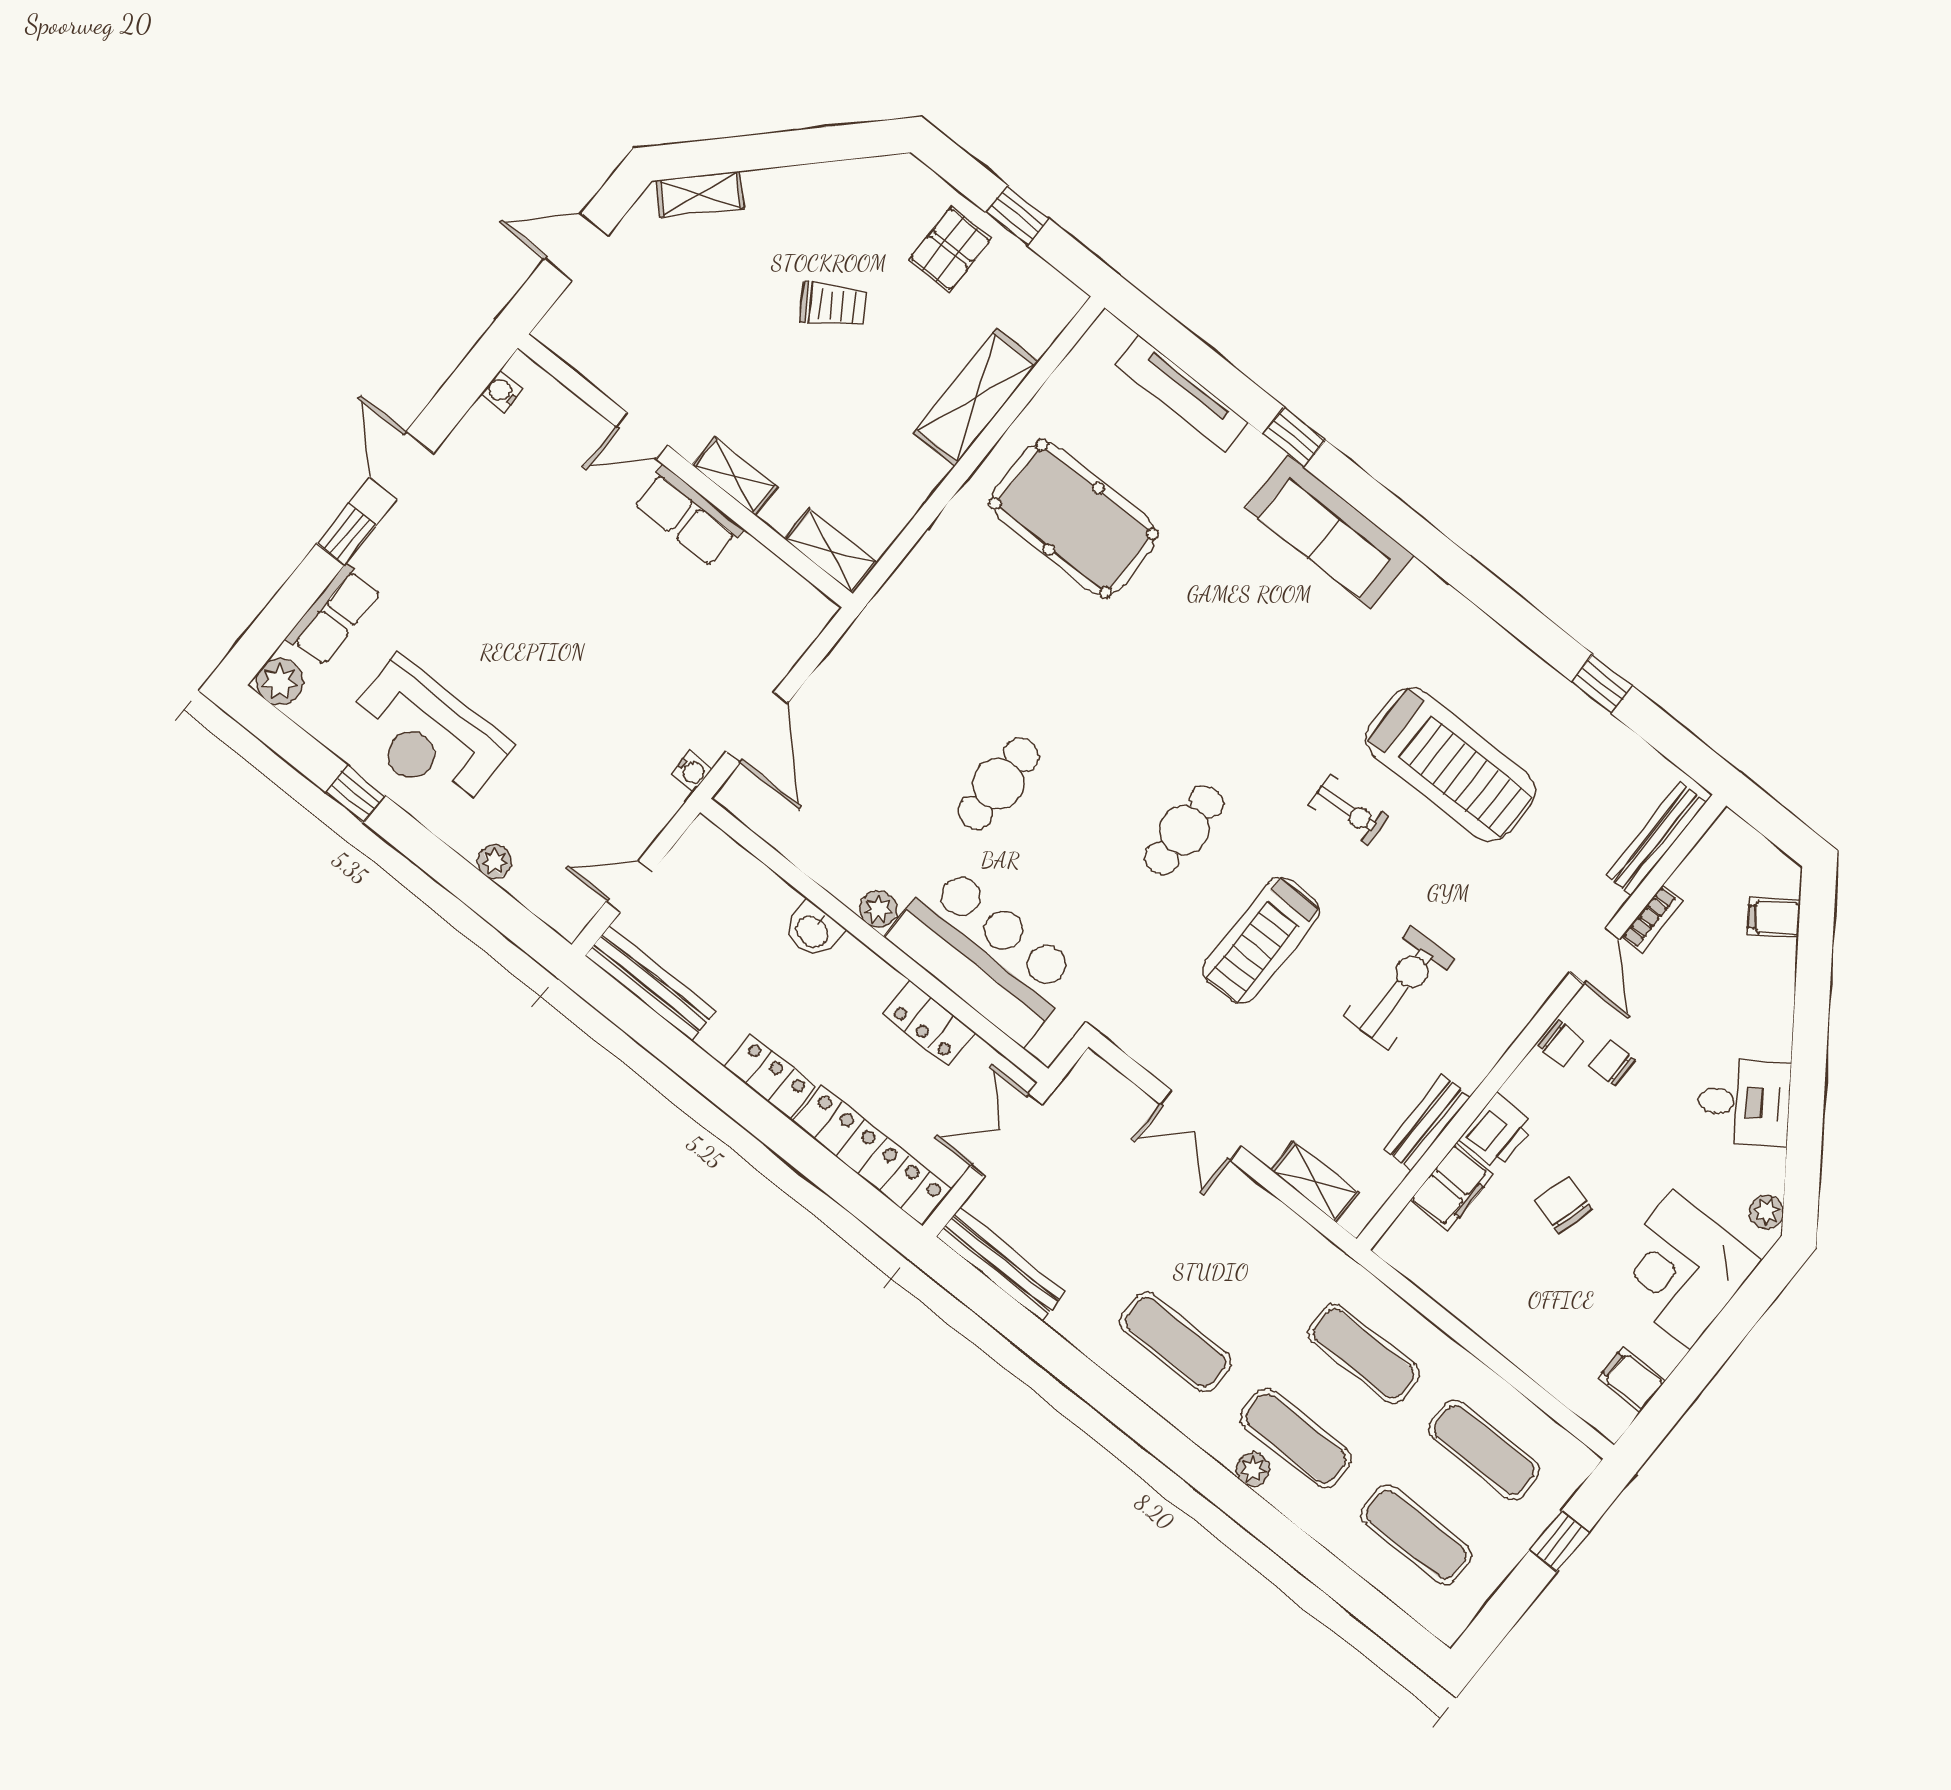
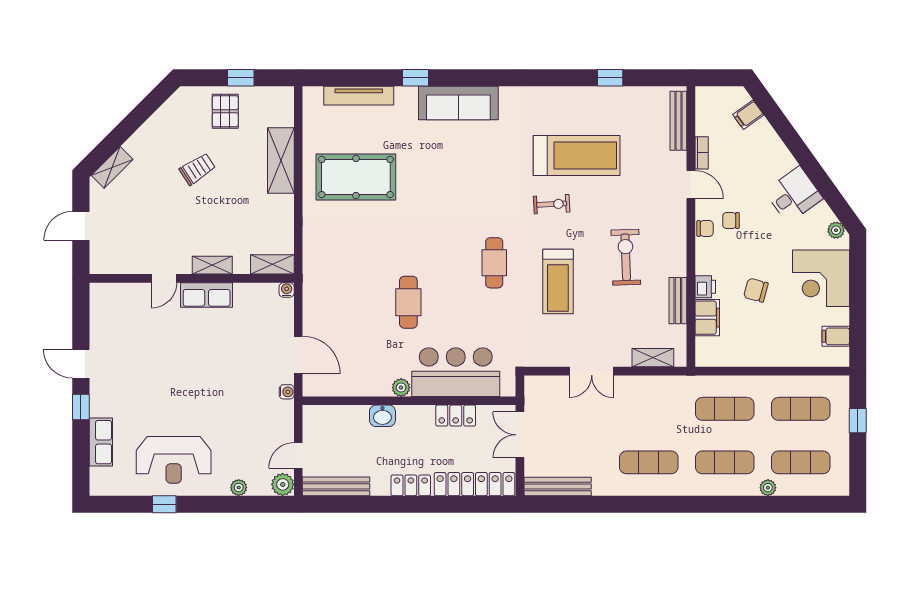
water cooler: (502, 391) -> (287, 290), moved, turned 90
plant: (280, 682) -> (283, 484), moved
printer: (1497, 1132) -> (705, 287), width x0.73, depth x0.81
plant: (1253, 1469) -> (768, 488), moved

